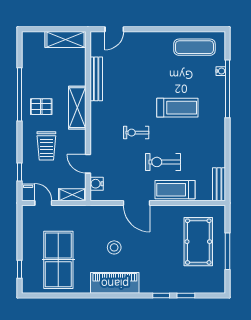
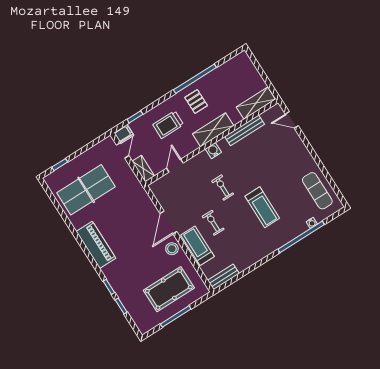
shelving: (65, 40) -> (256, 103), moved, turned 90
exercise bike: (163, 162) -> (213, 223), width x0.73, depth x0.72
water cooler: (97, 184) -> (213, 151), moved
stool: (114, 247) -> (172, 249), moved

